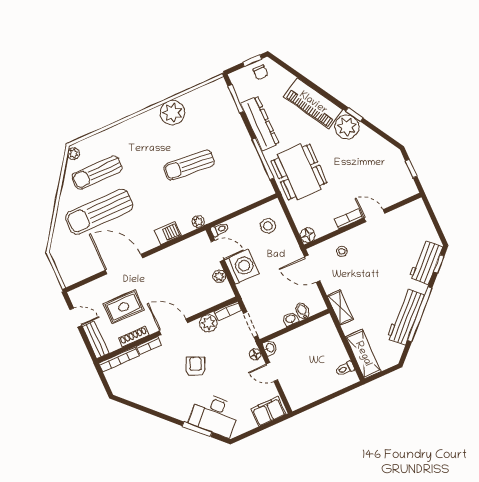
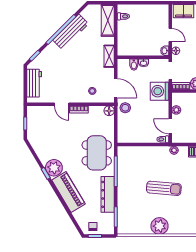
stool: (268, 226) -> (125, 108), moved
workbench: (426, 262) -> (34, 83), moved, turned -45
washing machine: (242, 267) -> (159, 91), moved

